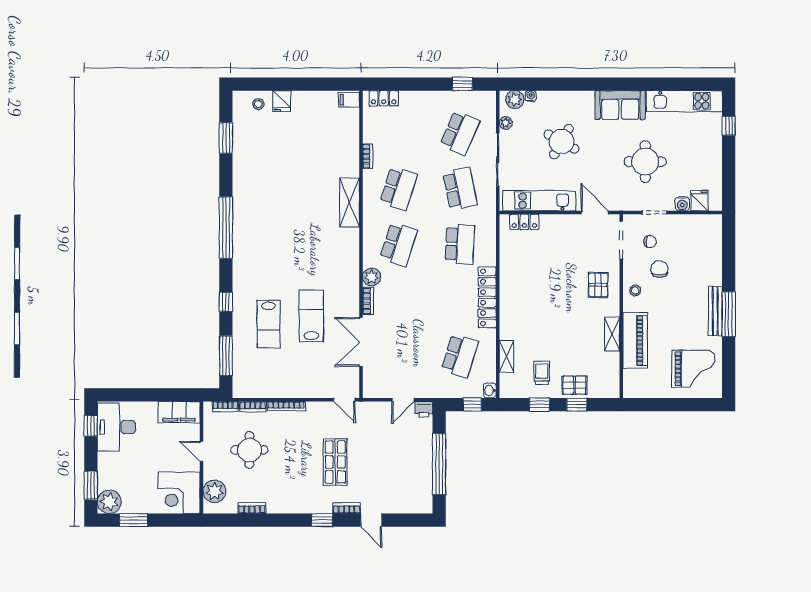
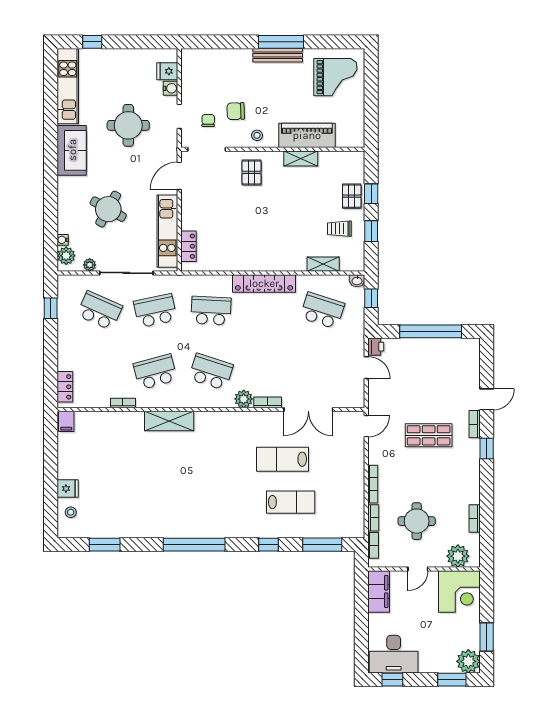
school desk: (399, 189) -> (155, 372), turned -33
pallet: (598, 285) -> (251, 172), turned 90
grand piano: (693, 369) -> (335, 77), turned 90

